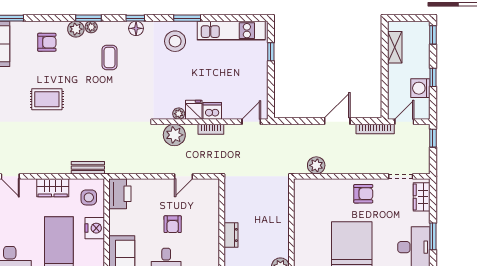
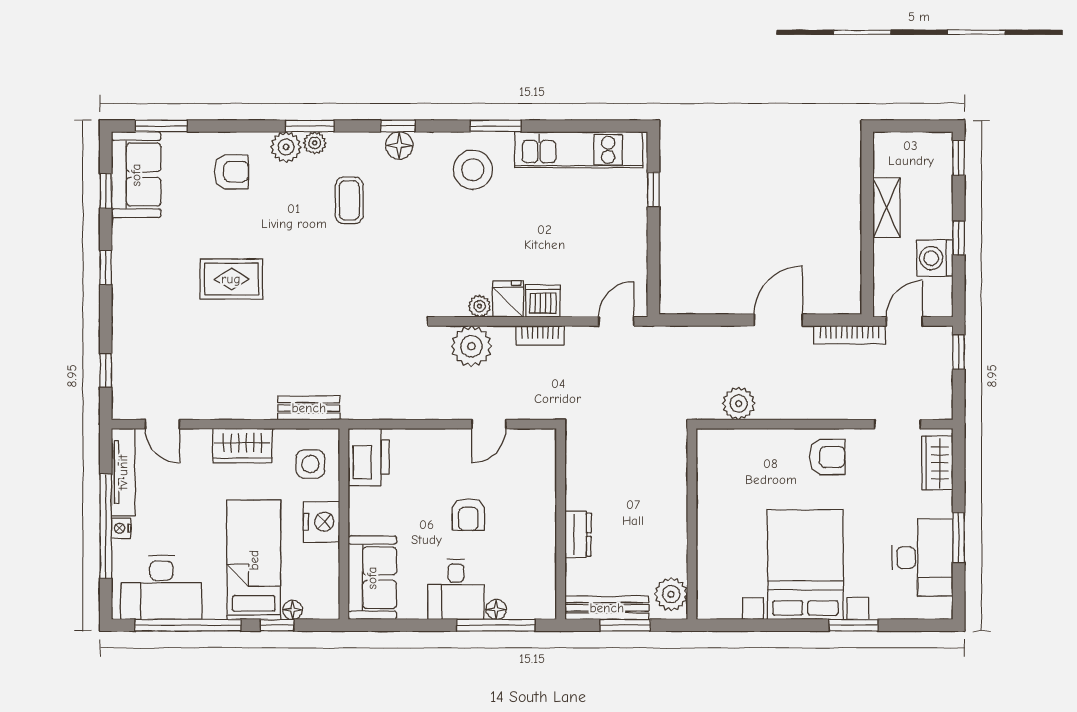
shelving: (395, 47) -> (886, 208), moved

